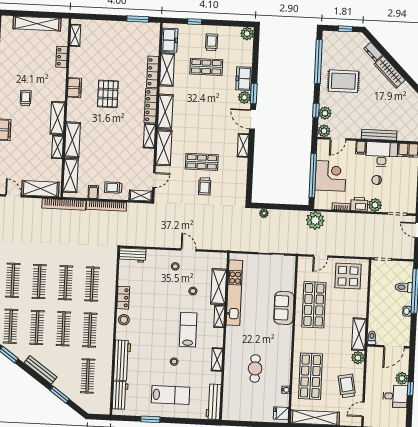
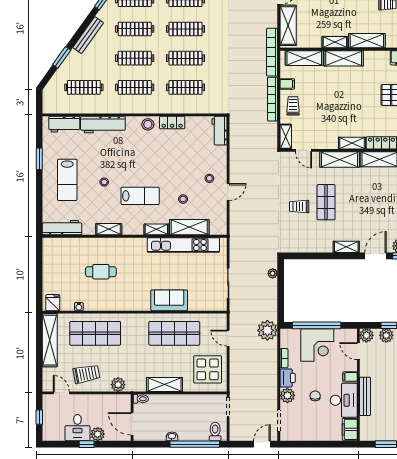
toilet: (404, 287) -> (215, 432), moved
shelving: (359, 334) -> (165, 385), moved

